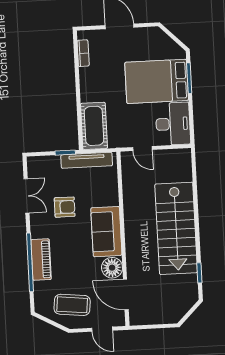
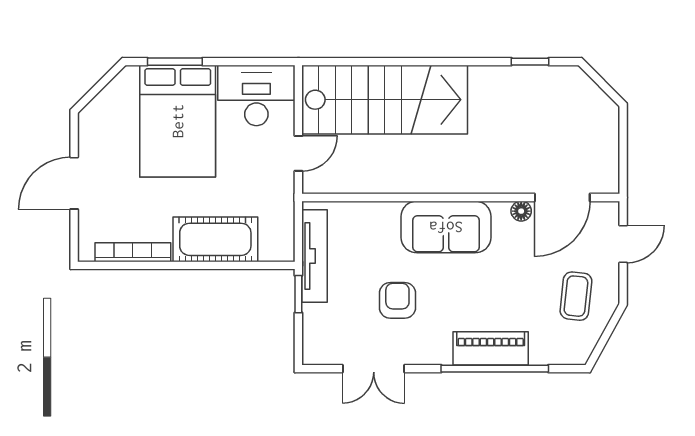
bookcase: (83, 53) -> (133, 252), width x1.56
cot: (94, 126) -> (215, 239), moved
double door: (27, 196) -> (374, 369), swing flipped
stairs: (176, 228) -> (385, 100), moved
floor lamp: (112, 268) -> (521, 211), width x0.53, depth x0.53
coffee table: (72, 305) -> (576, 296), width x0.73, depth x0.77

